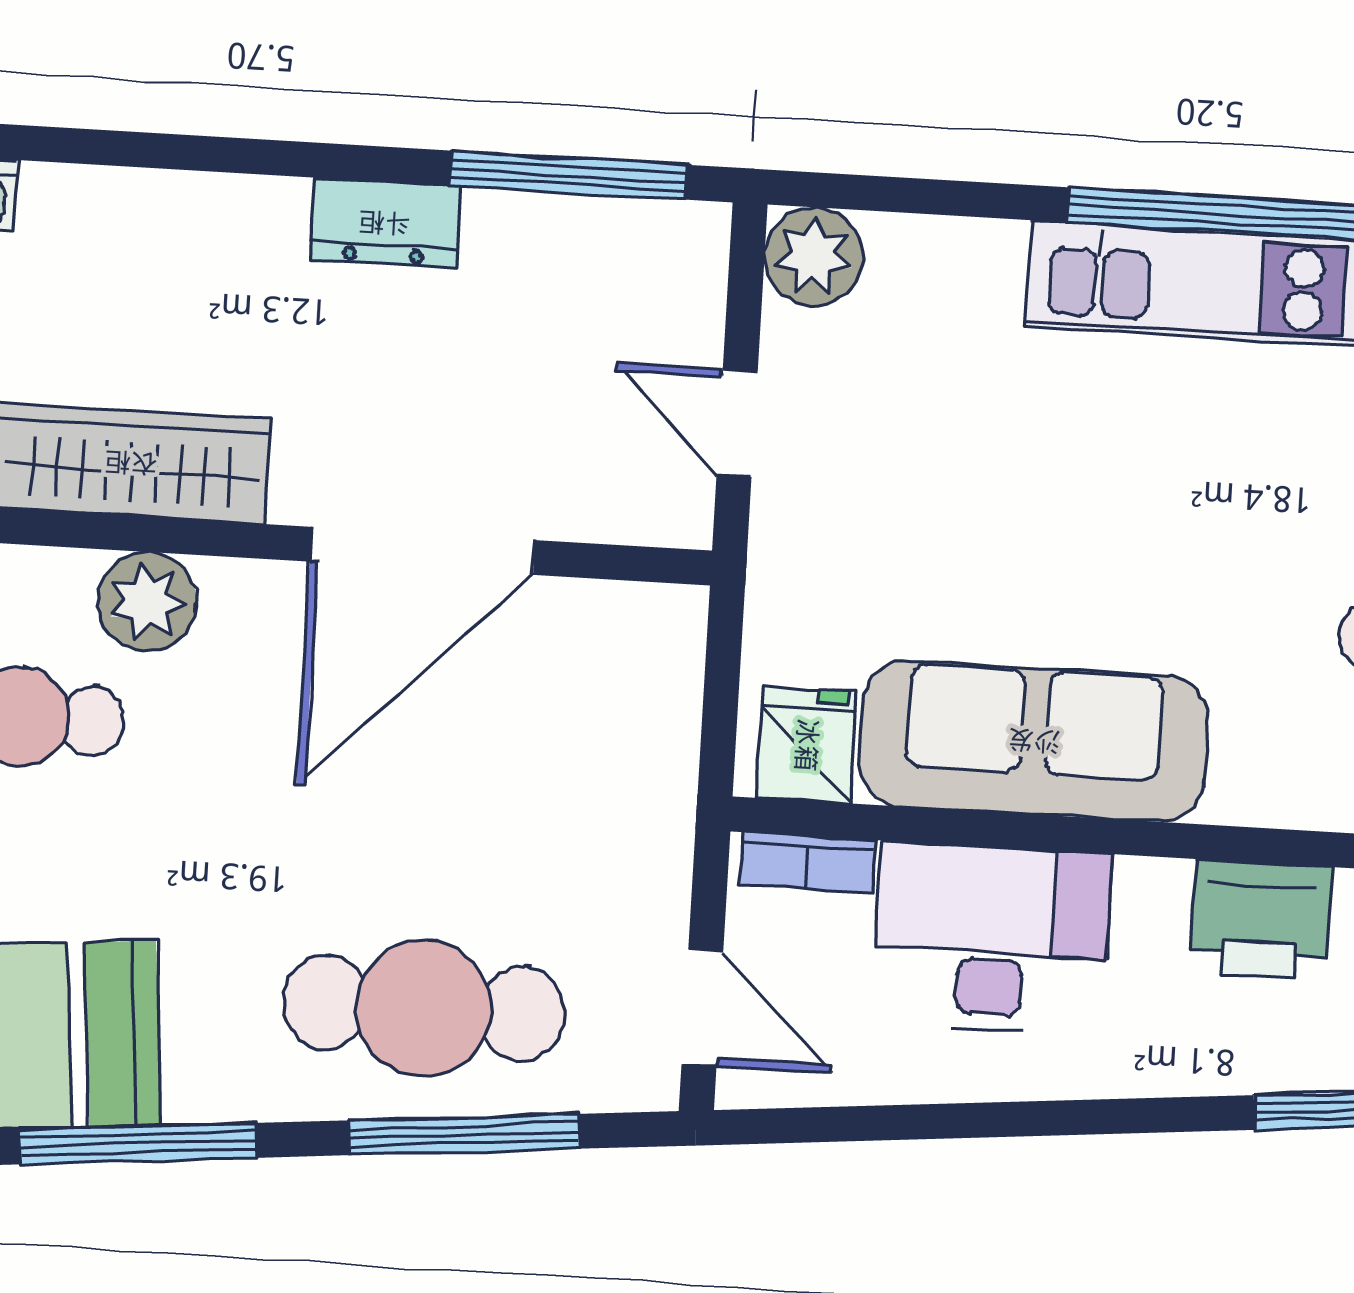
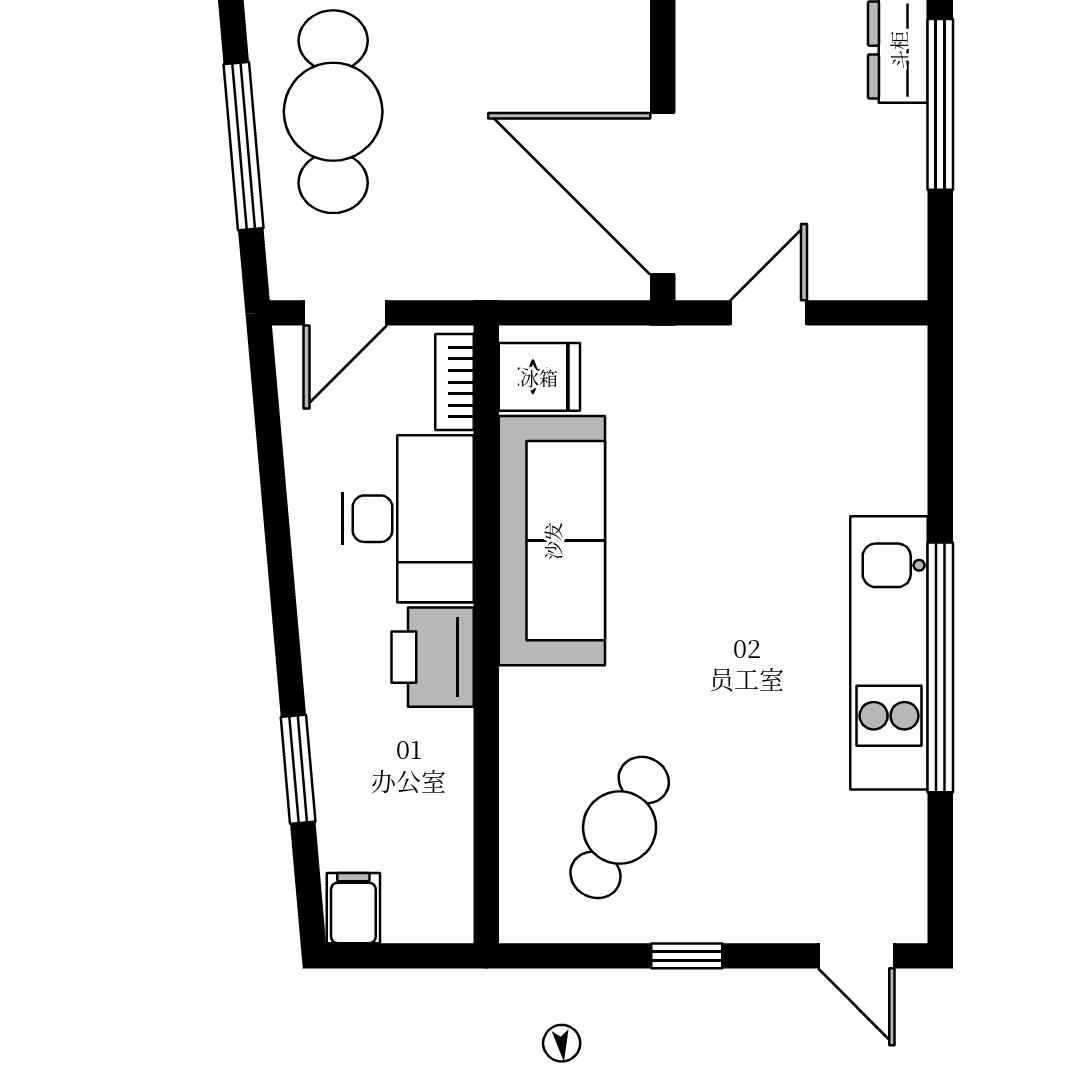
window: (568, 175) -> (940, 104), moved
plant: (814, 257) -> (892, 361), removed
door: (422, 551) -> (663, 194), moved
printer: (1261, 920) -> (433, 657), moved

